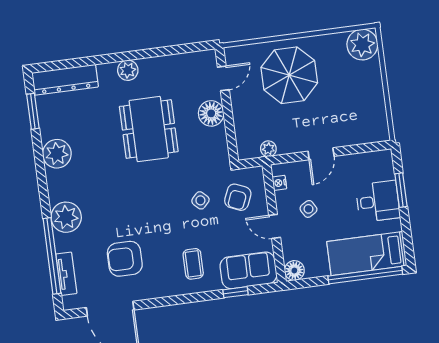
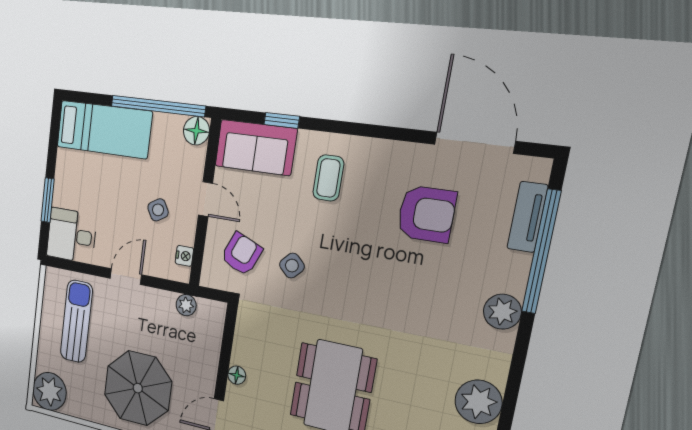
sun lounger: (353, 107) -> (76, 321), added
floor lamp: (211, 113) -> (237, 375), width x0.53, depth x0.53
desk: (378, 201) -> (72, 236), moved
plant: (66, 217) -> (502, 312), width x0.73, depth x0.73
window: (365, 275) -> (158, 106), moved

